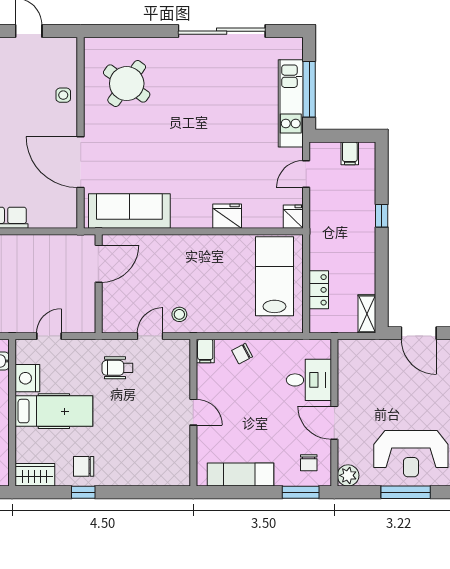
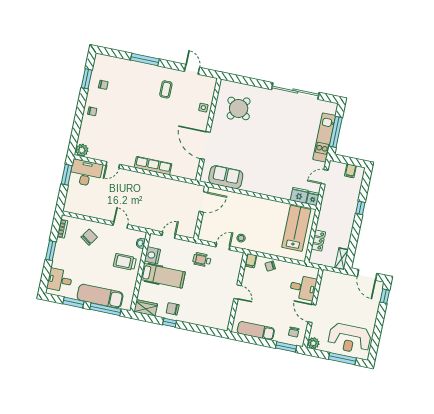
sofa: (129, 211) -> (226, 177), width x0.73
fridge: (227, 216) -> (299, 195), moved

